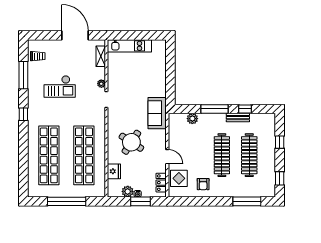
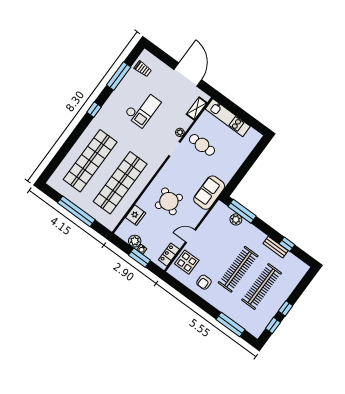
cafe table: (125, 81) -> (202, 145), added
checkout: (60, 86) -> (142, 109), turned -90
window: (215, 109) -> (242, 211), moved
window: (280, 142) -> (286, 308), moved
door: (167, 157) -> (191, 236), swing flipped

